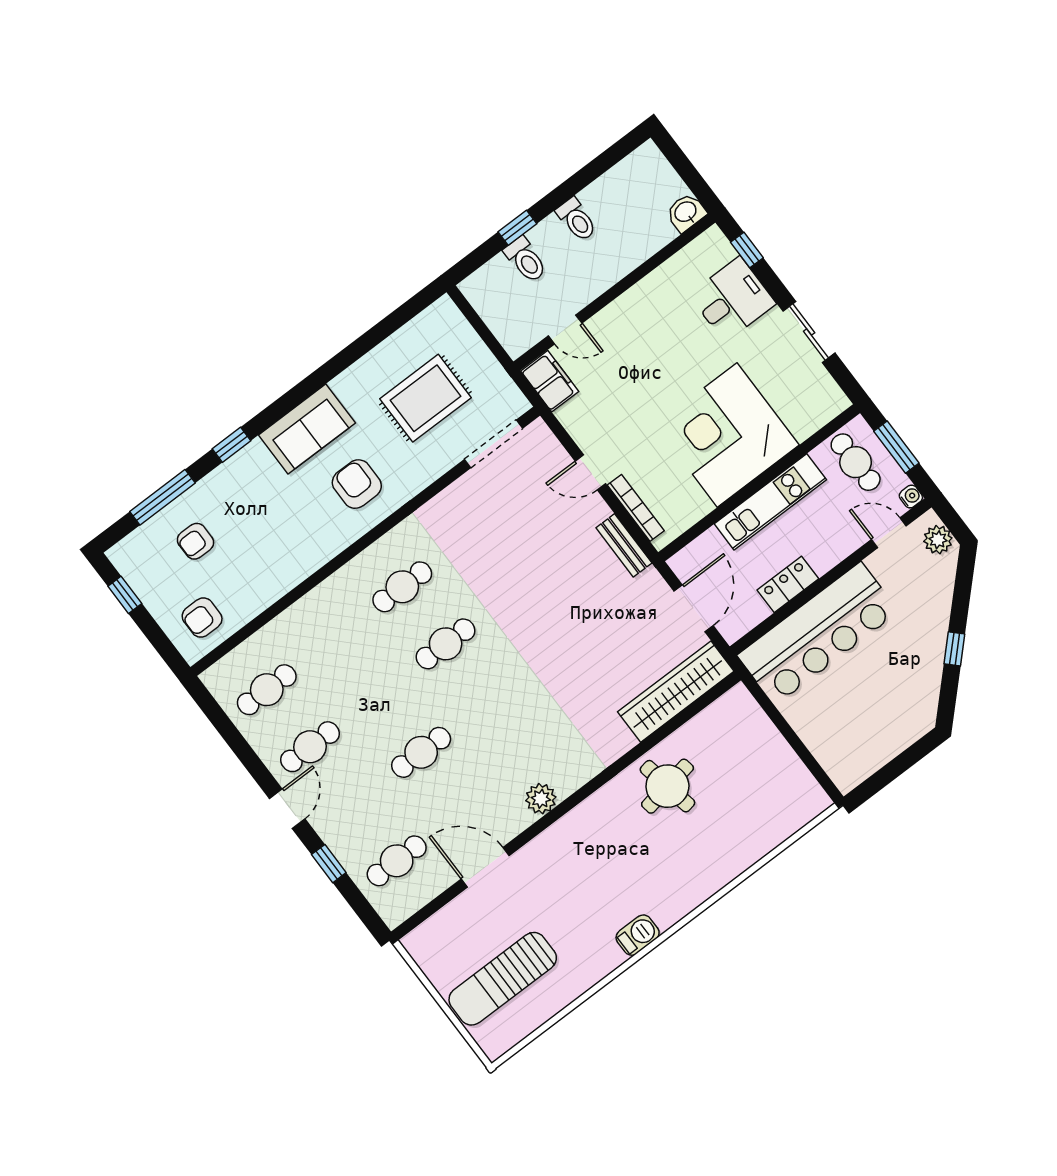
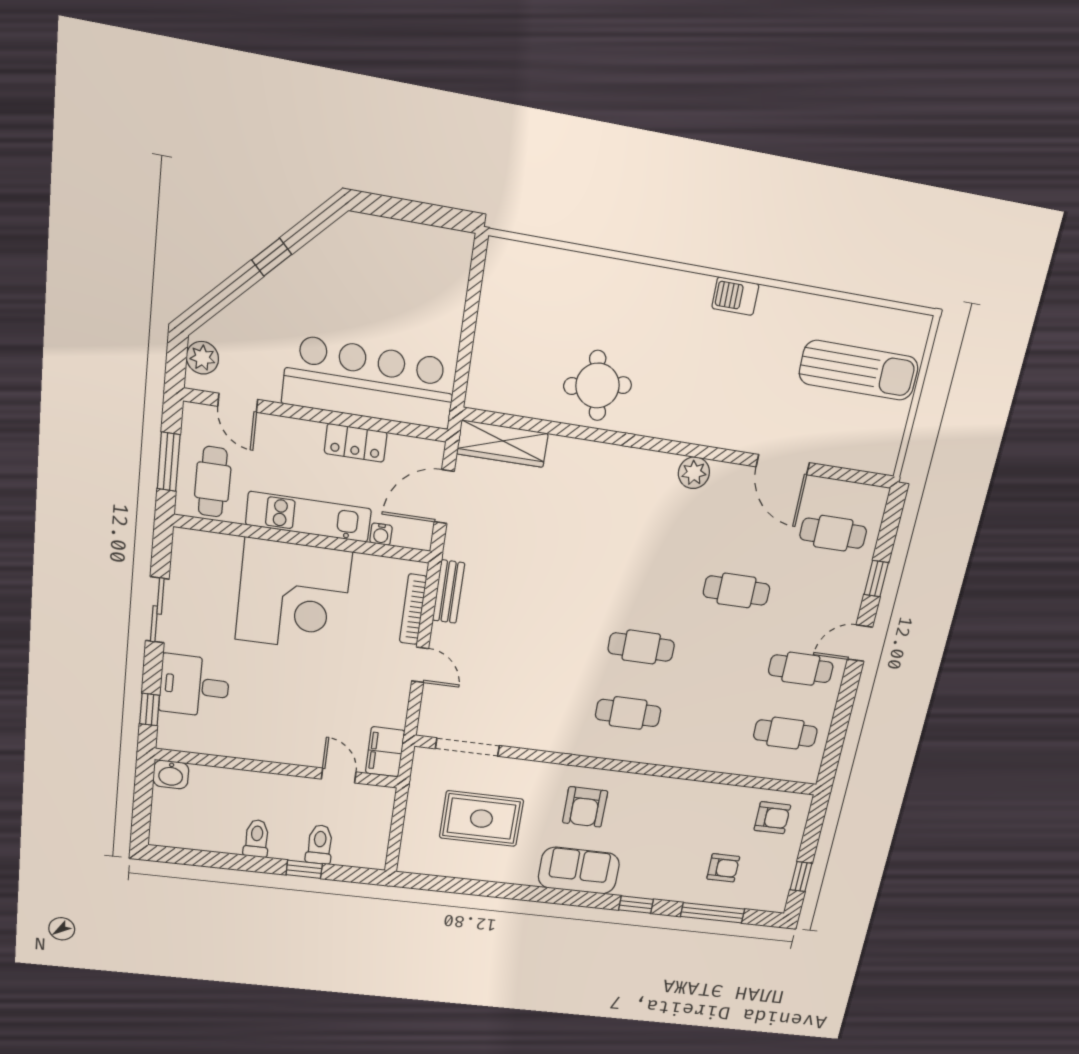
water cooler: (911, 496) -> (381, 534), moved, turned -90
wardrobe: (676, 692) -> (502, 444), width x0.71, depth x0.85

